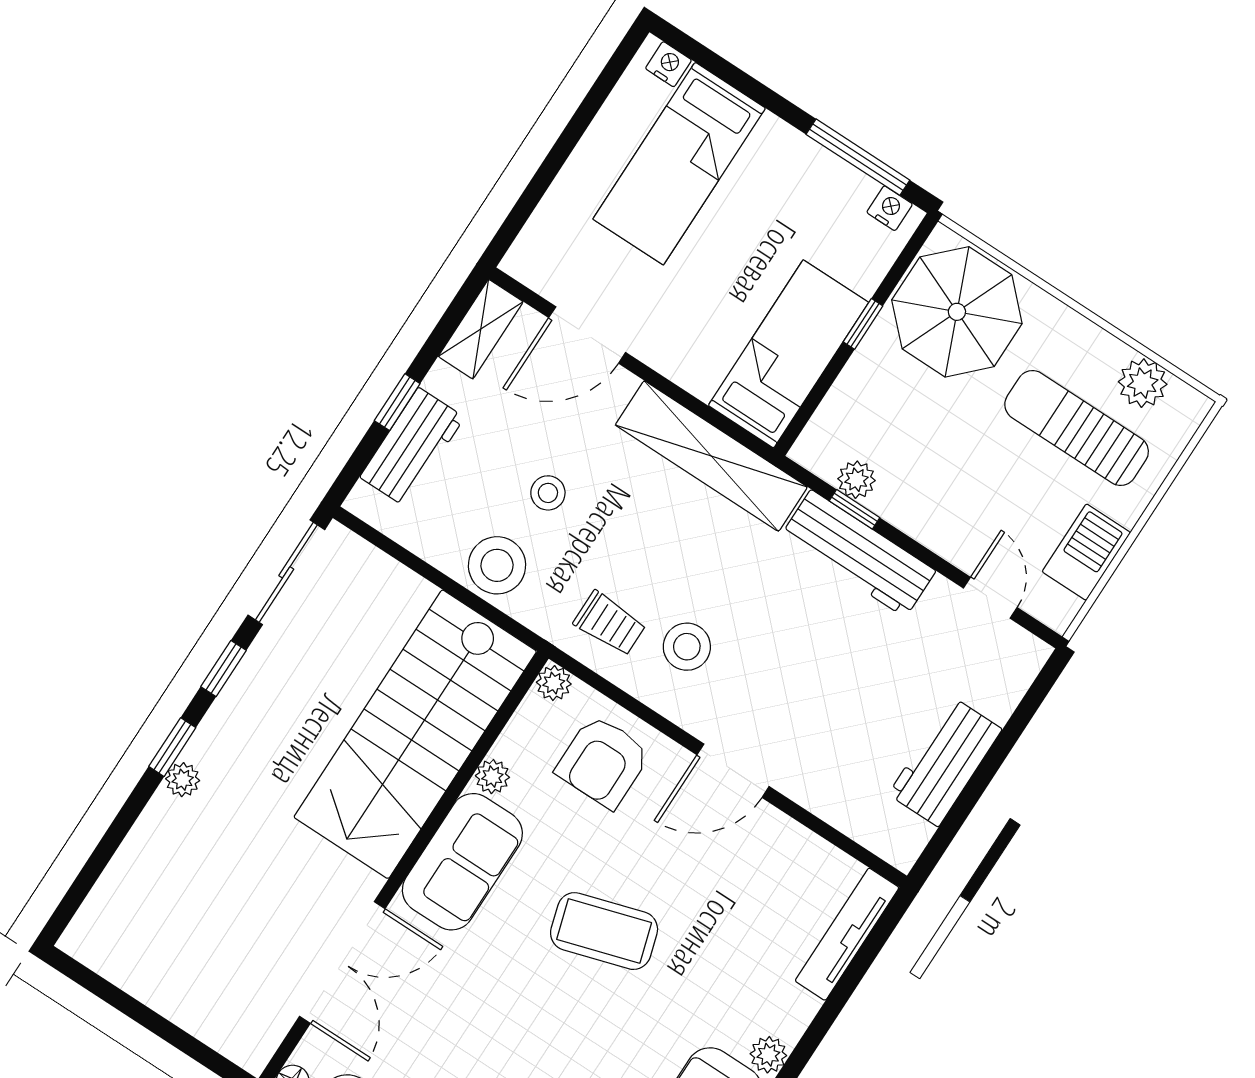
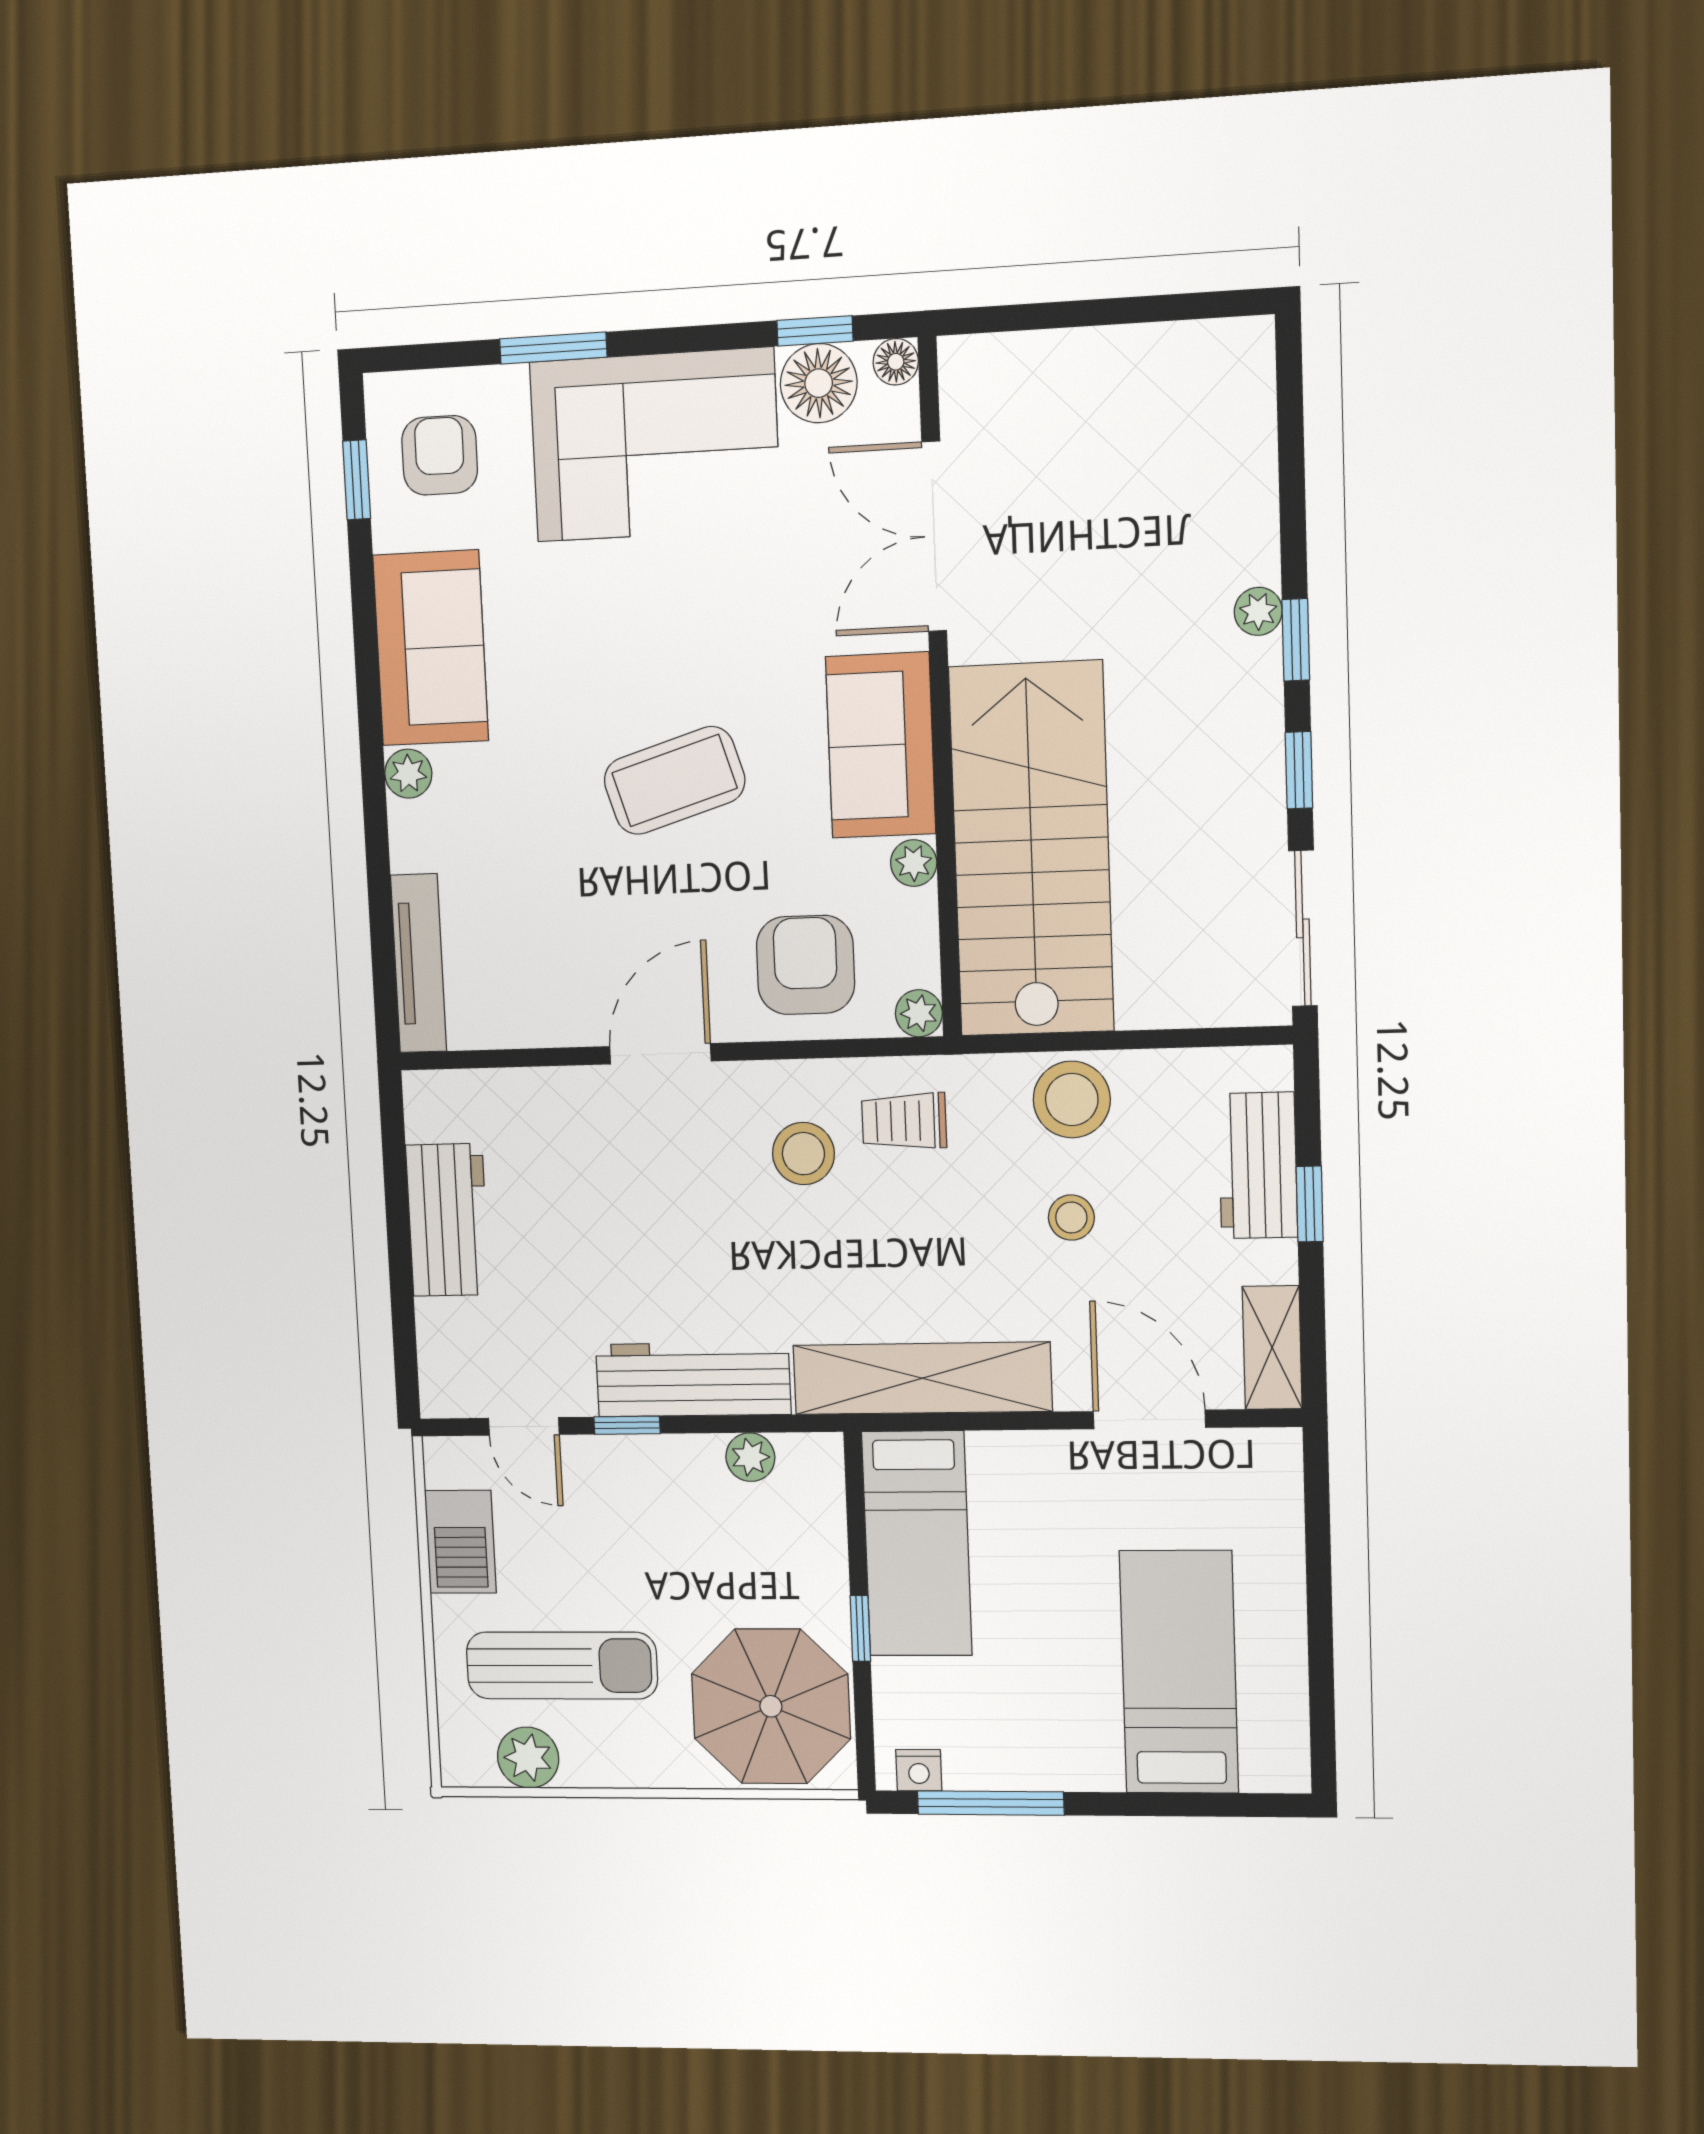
nightstand: (668, 64) -> (1266, 1772), removed
door: (587, 335) -> (1149, 1419), hinge flipped
window: (854, 509) -> (627, 1425), moved

